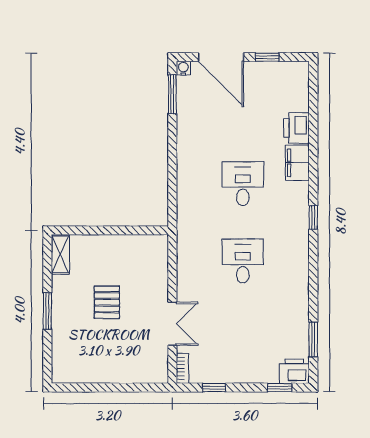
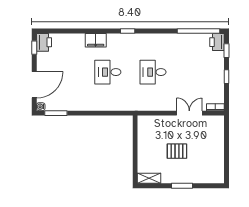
window: (267, 57) -> (34, 48), moved
printer: (297, 128) -> (44, 42), moved, turned -90
window: (313, 339) -> (199, 31), width x2.11
window: (214, 388) -> (227, 77), moved

